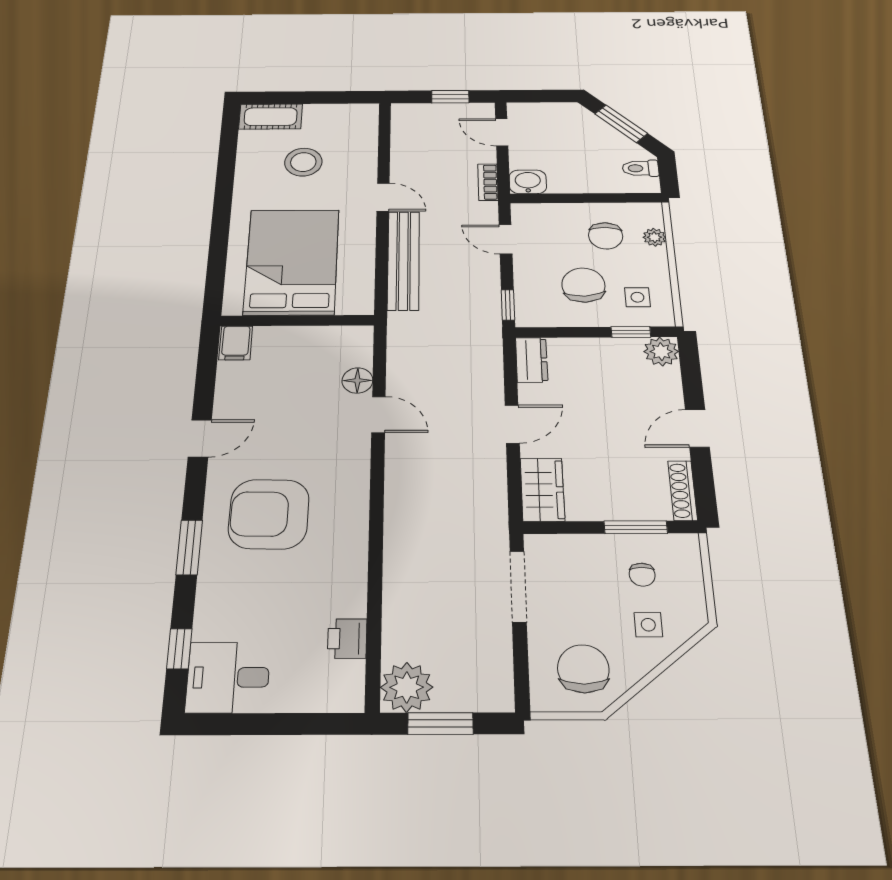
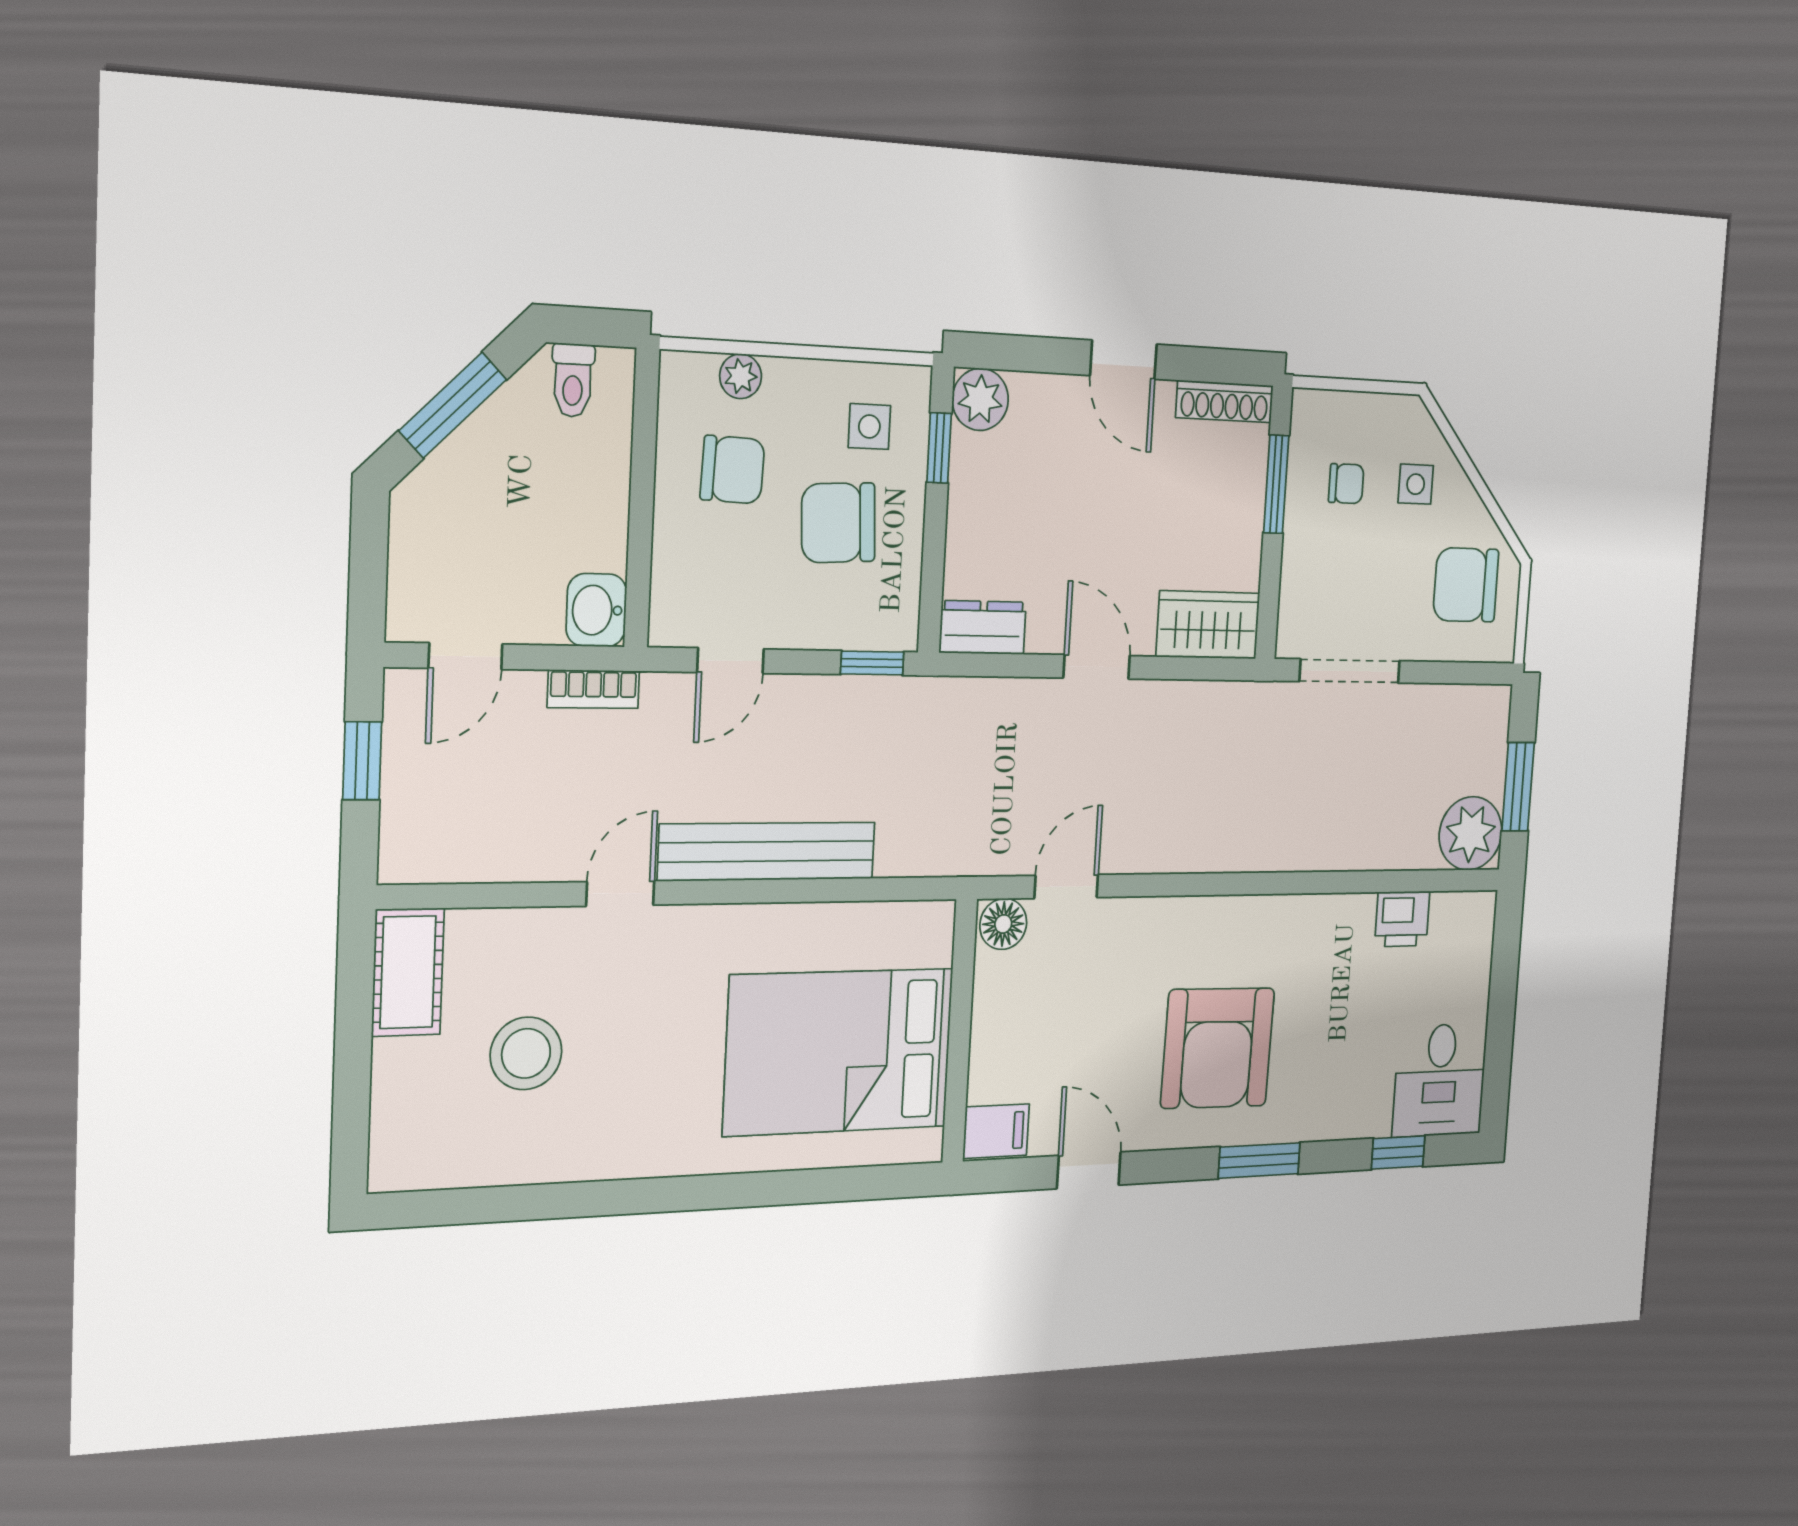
cot: (271, 117) -> (408, 972), moved
bed: (292, 262) -> (839, 1052), moved
wall: (297, 321) -> (960, 1031), moved
filing cabinet: (236, 343) -> (996, 1131), moved

